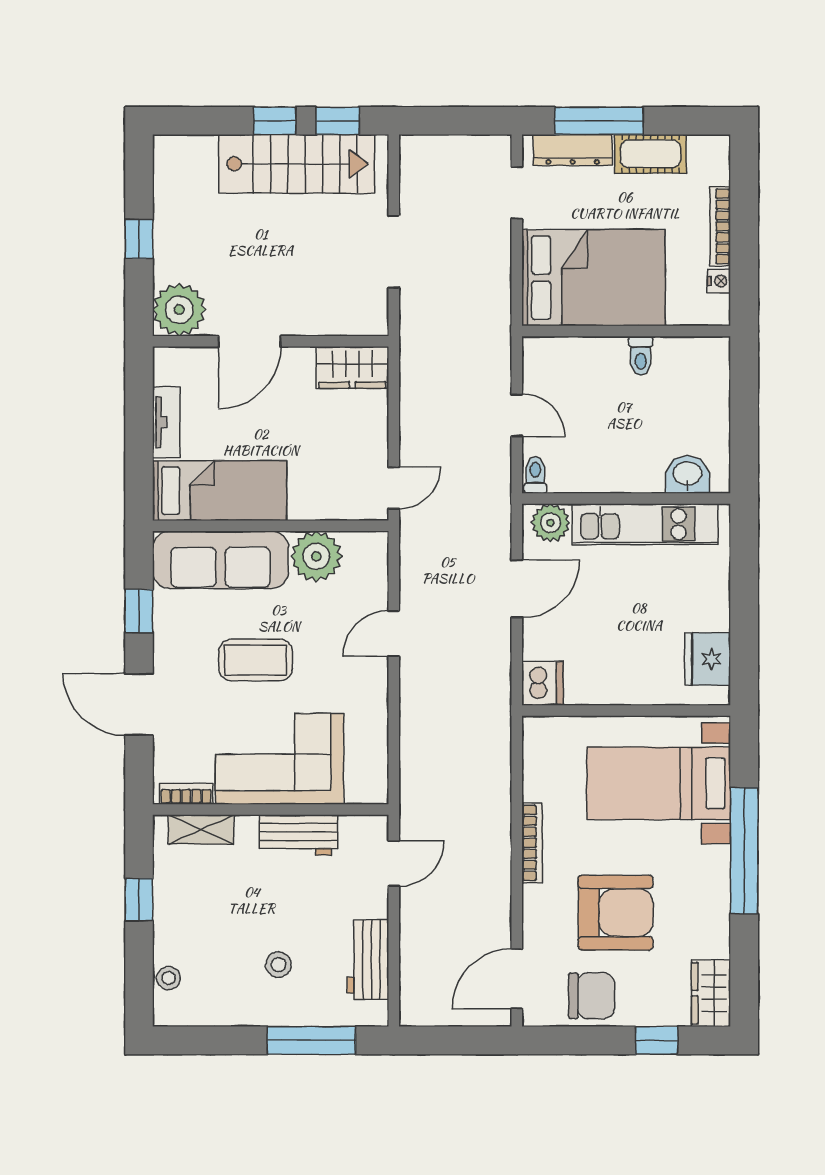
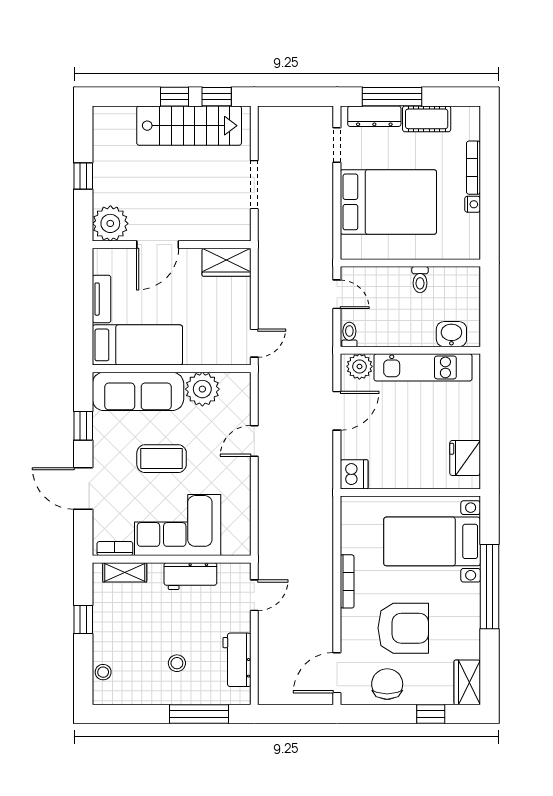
wall: (626, 331) -> (410, 263), moved
toilet: (641, 356) -> (420, 280), moved
chair: (592, 996) -> (387, 684), turned -90

